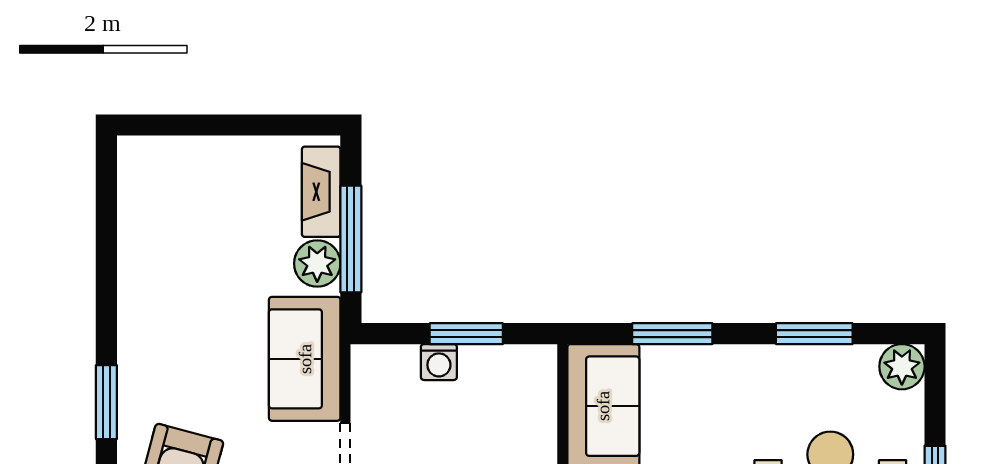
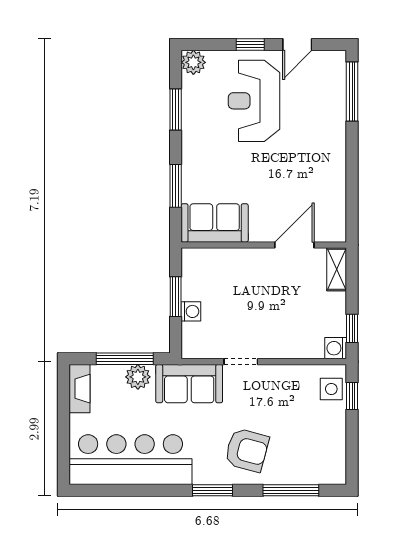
fireplace: (321, 192) -> (79, 389), moved, turned -90
bar counter: (163, 250) -> (130, 460), added

